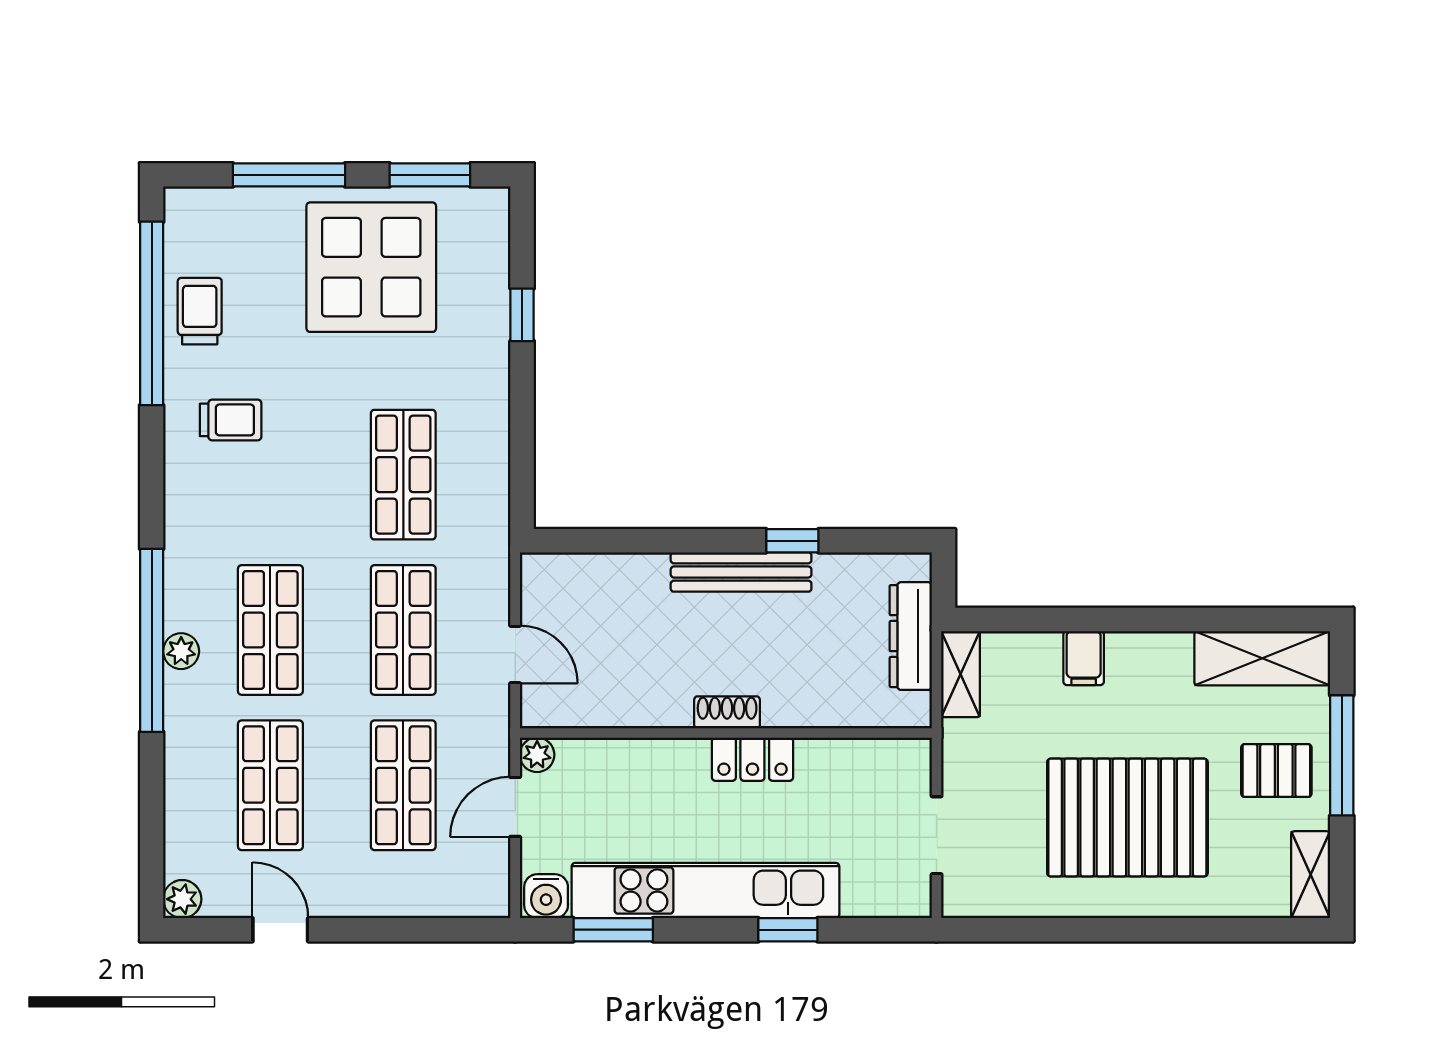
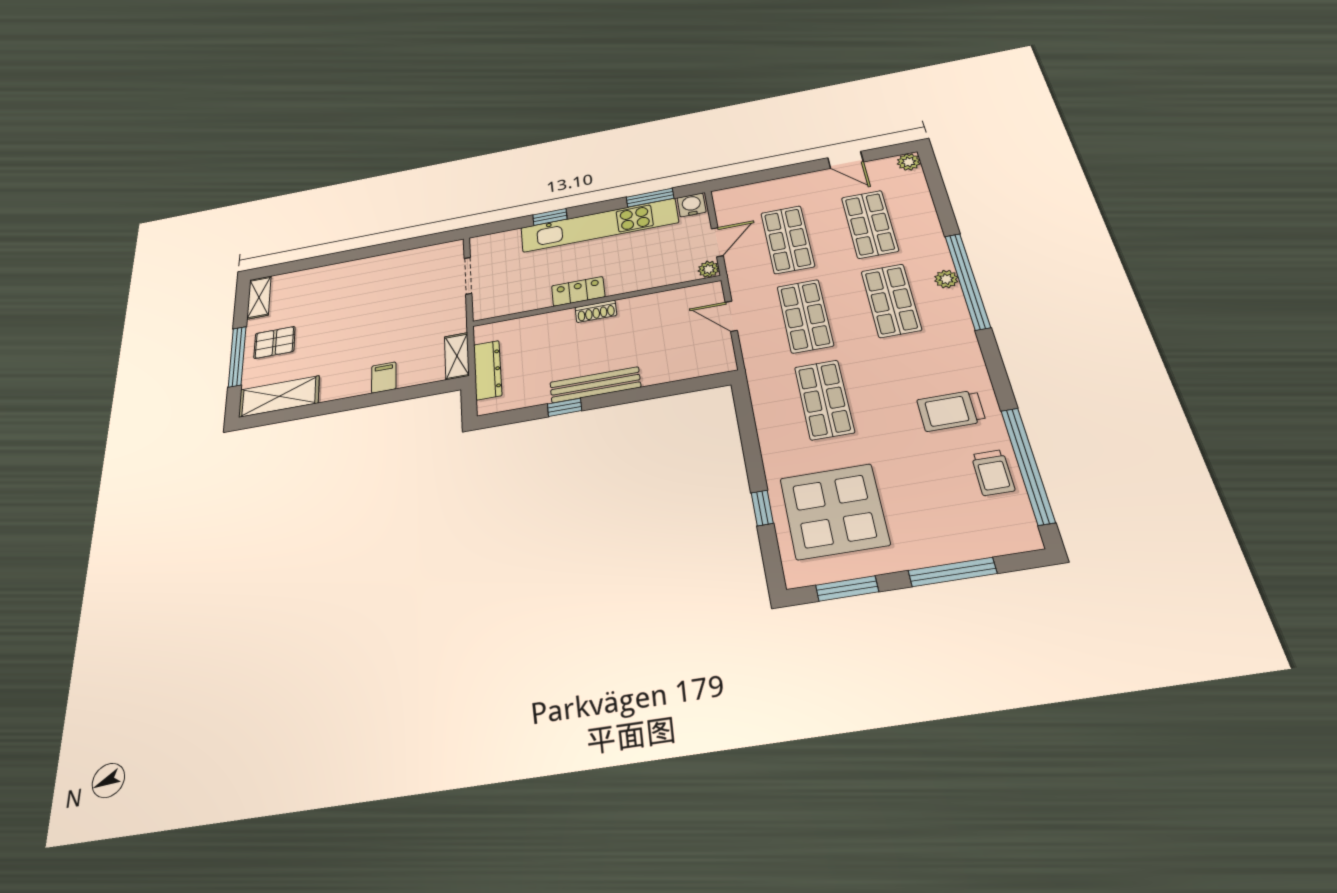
display table: (371, 267) -> (834, 511), moved
trolley: (231, 420) -> (951, 411), width x1.36, depth x1.39
pallet: (1127, 818) -> (359, 304), removed

